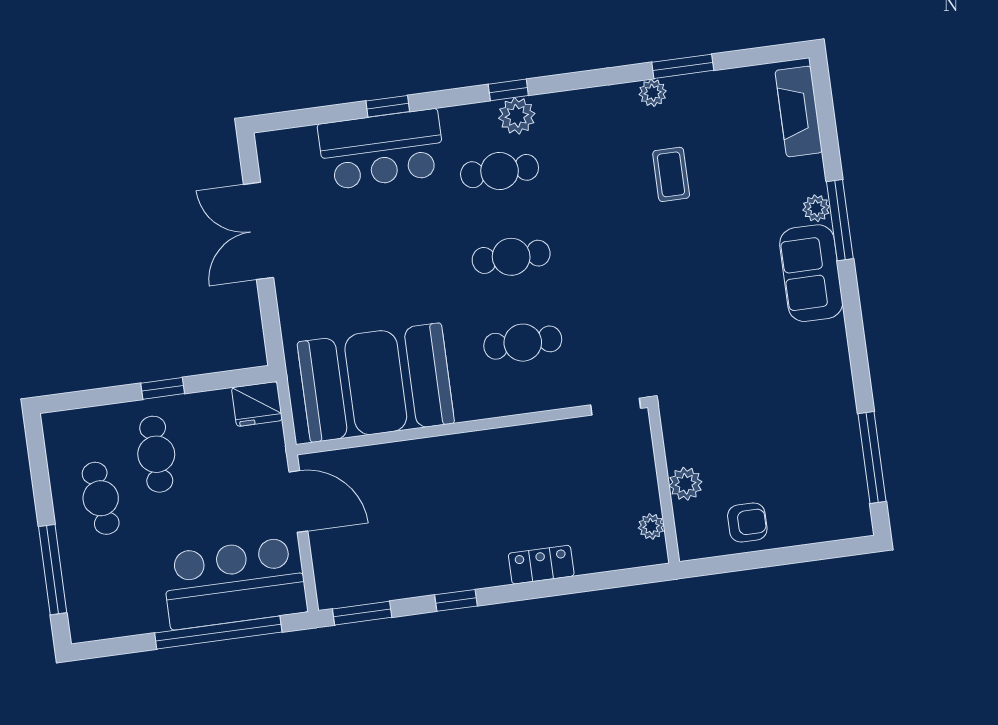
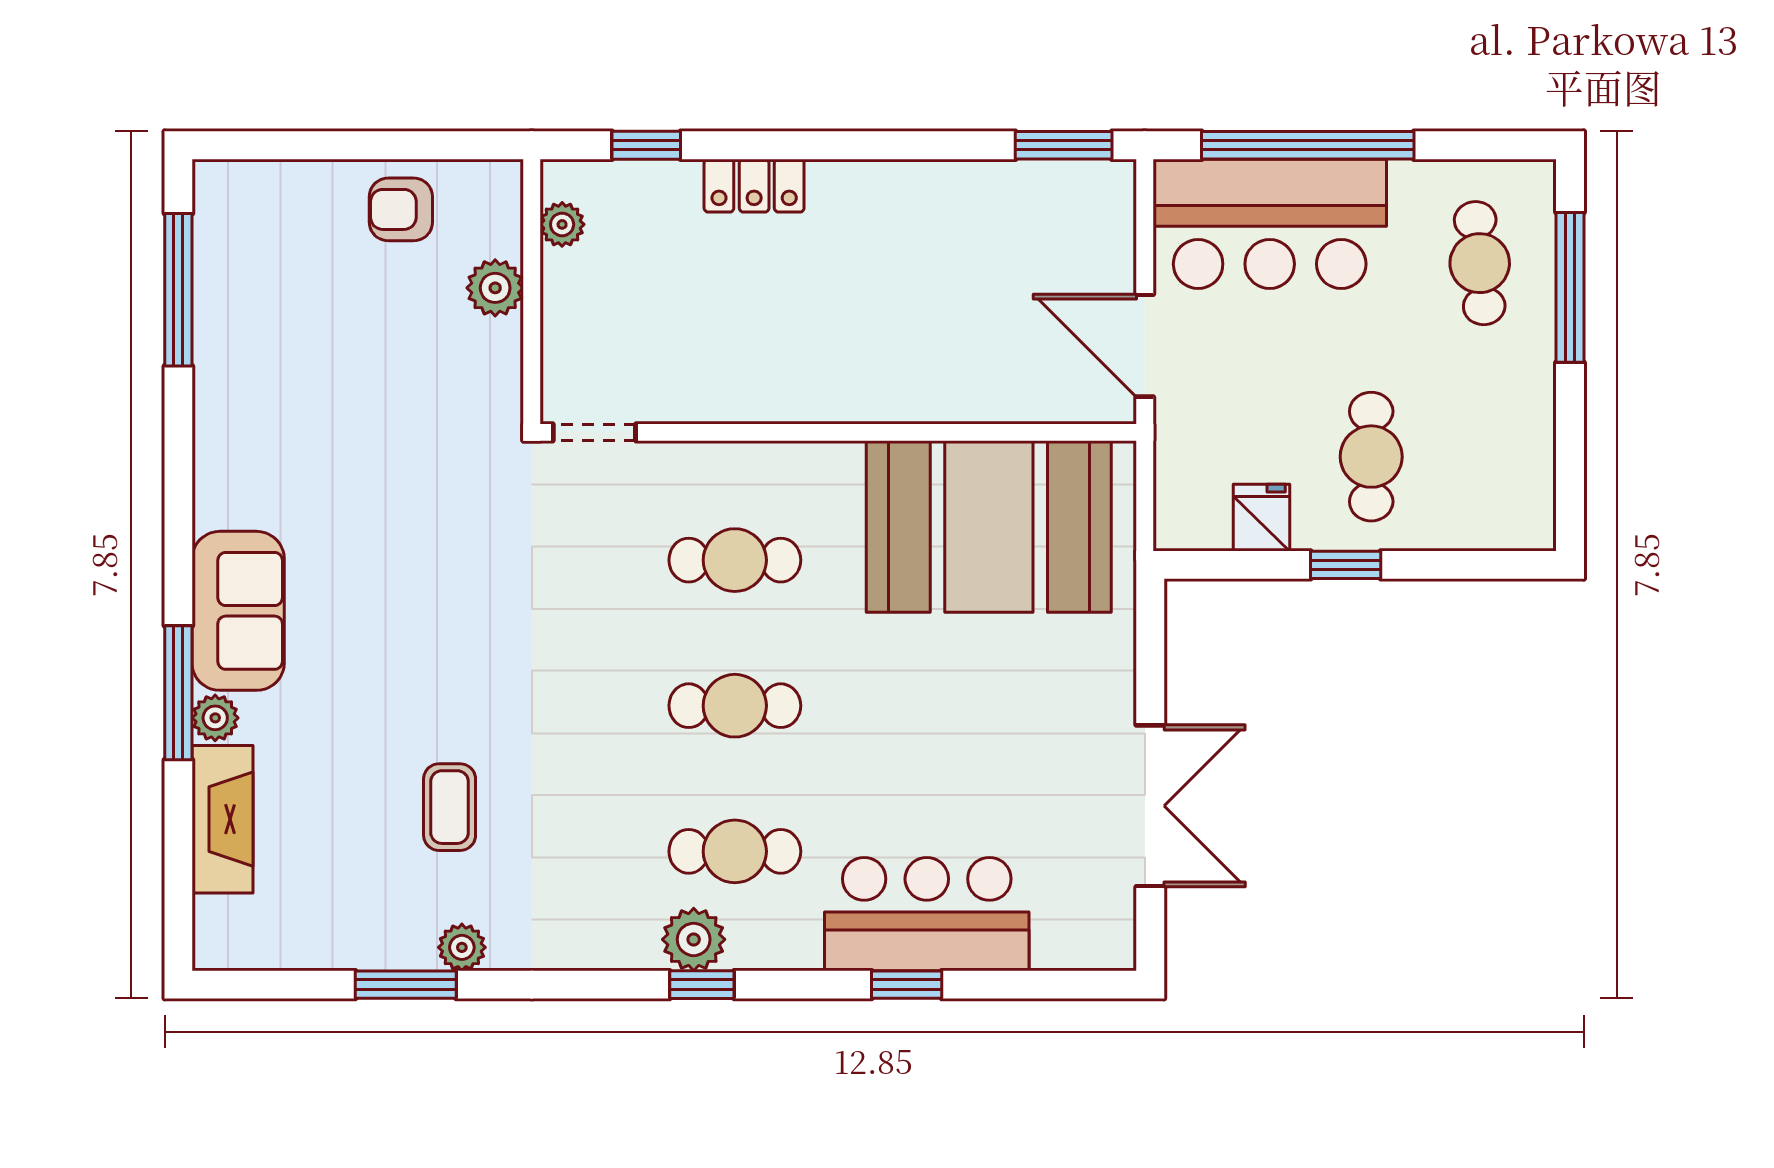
fireplace: (799, 111) -> (223, 819), moved
fridge: (257, 404) -> (1262, 518), moved, width x0.72
cafe table: (101, 498) -> (1480, 263), moved
window: (456, 600) -> (646, 145), moved

